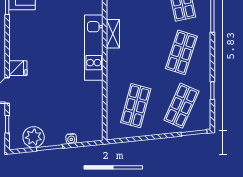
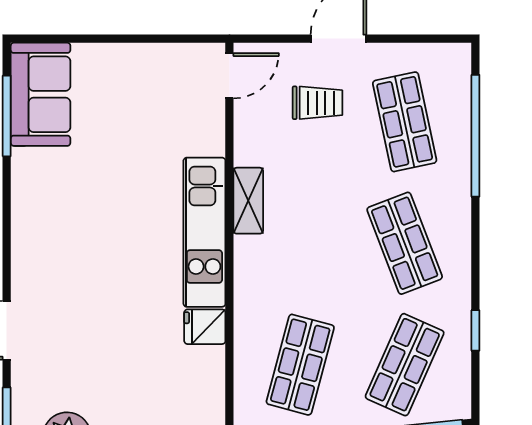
shop shelf: (181, 52) -> (405, 243), turned -39
fridge: (18, 68) -> (205, 327), moved, turned 180

